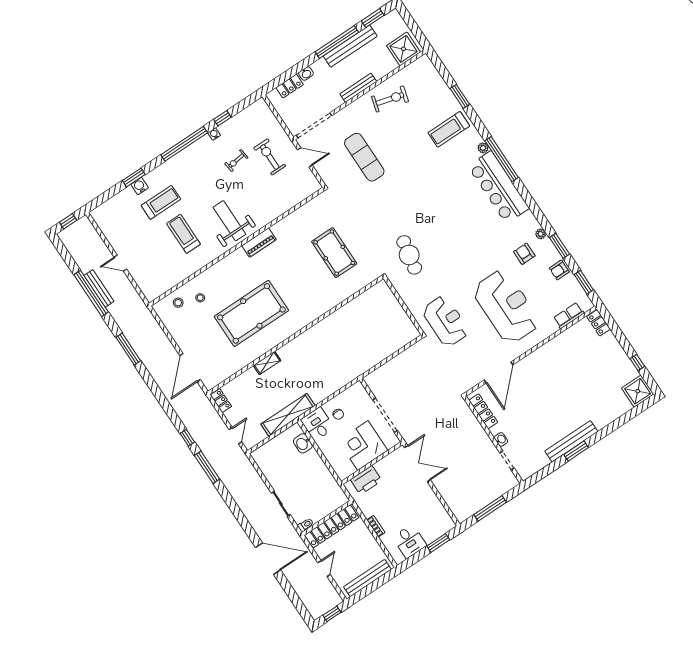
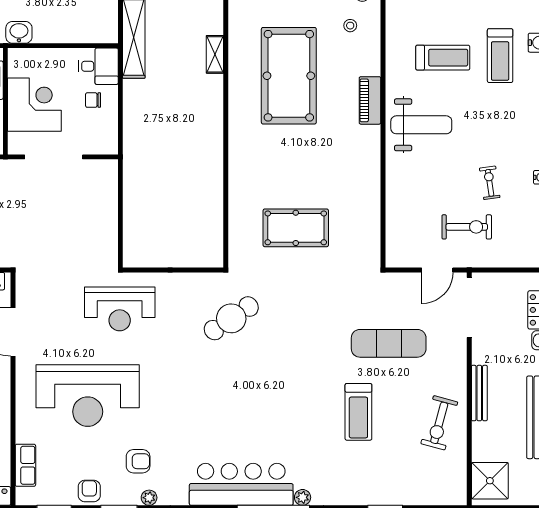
treadmill: (449, 129) -> (358, 412), moved, turned 180
piano: (259, 243) -> (370, 100), moved
cafe table: (409, 255) -> (231, 318), turned -45
washbasin: (303, 443) -> (19, 32), moved

